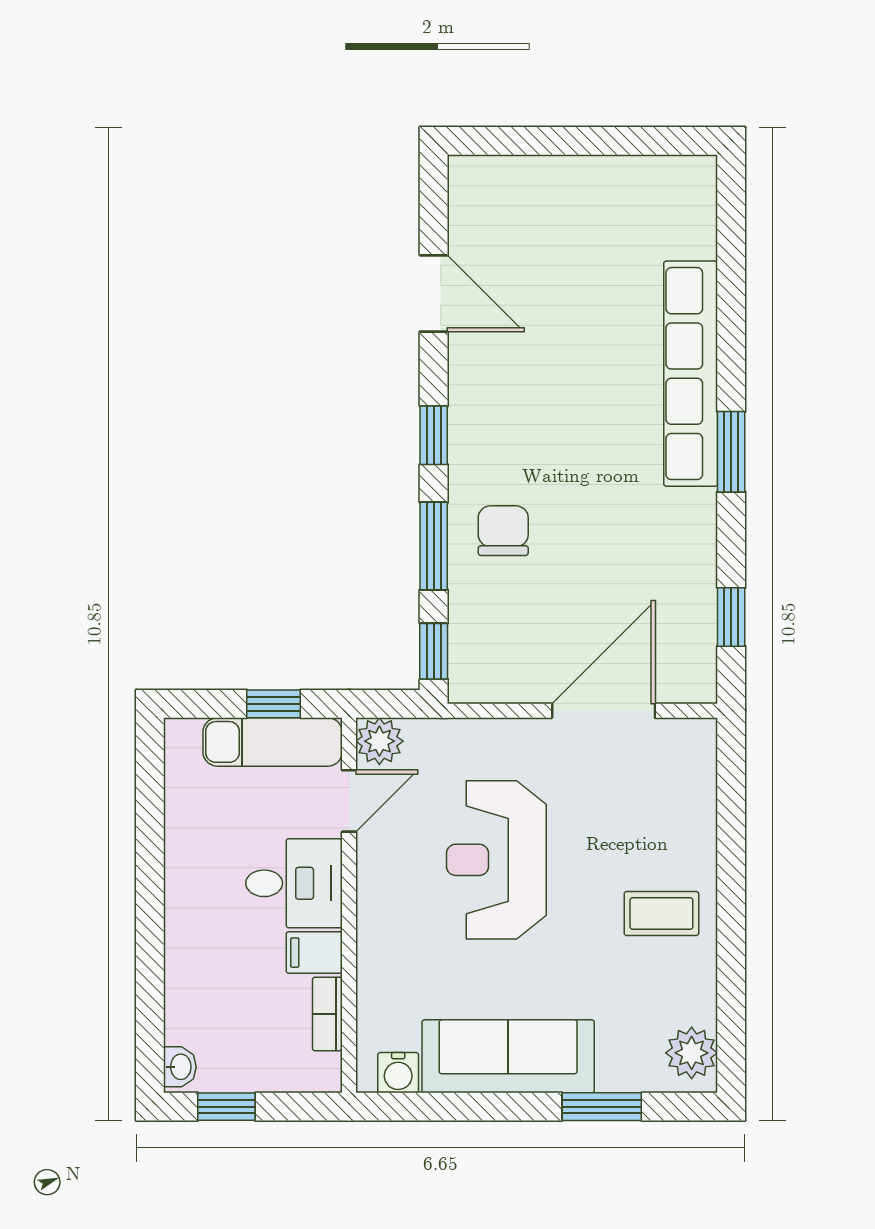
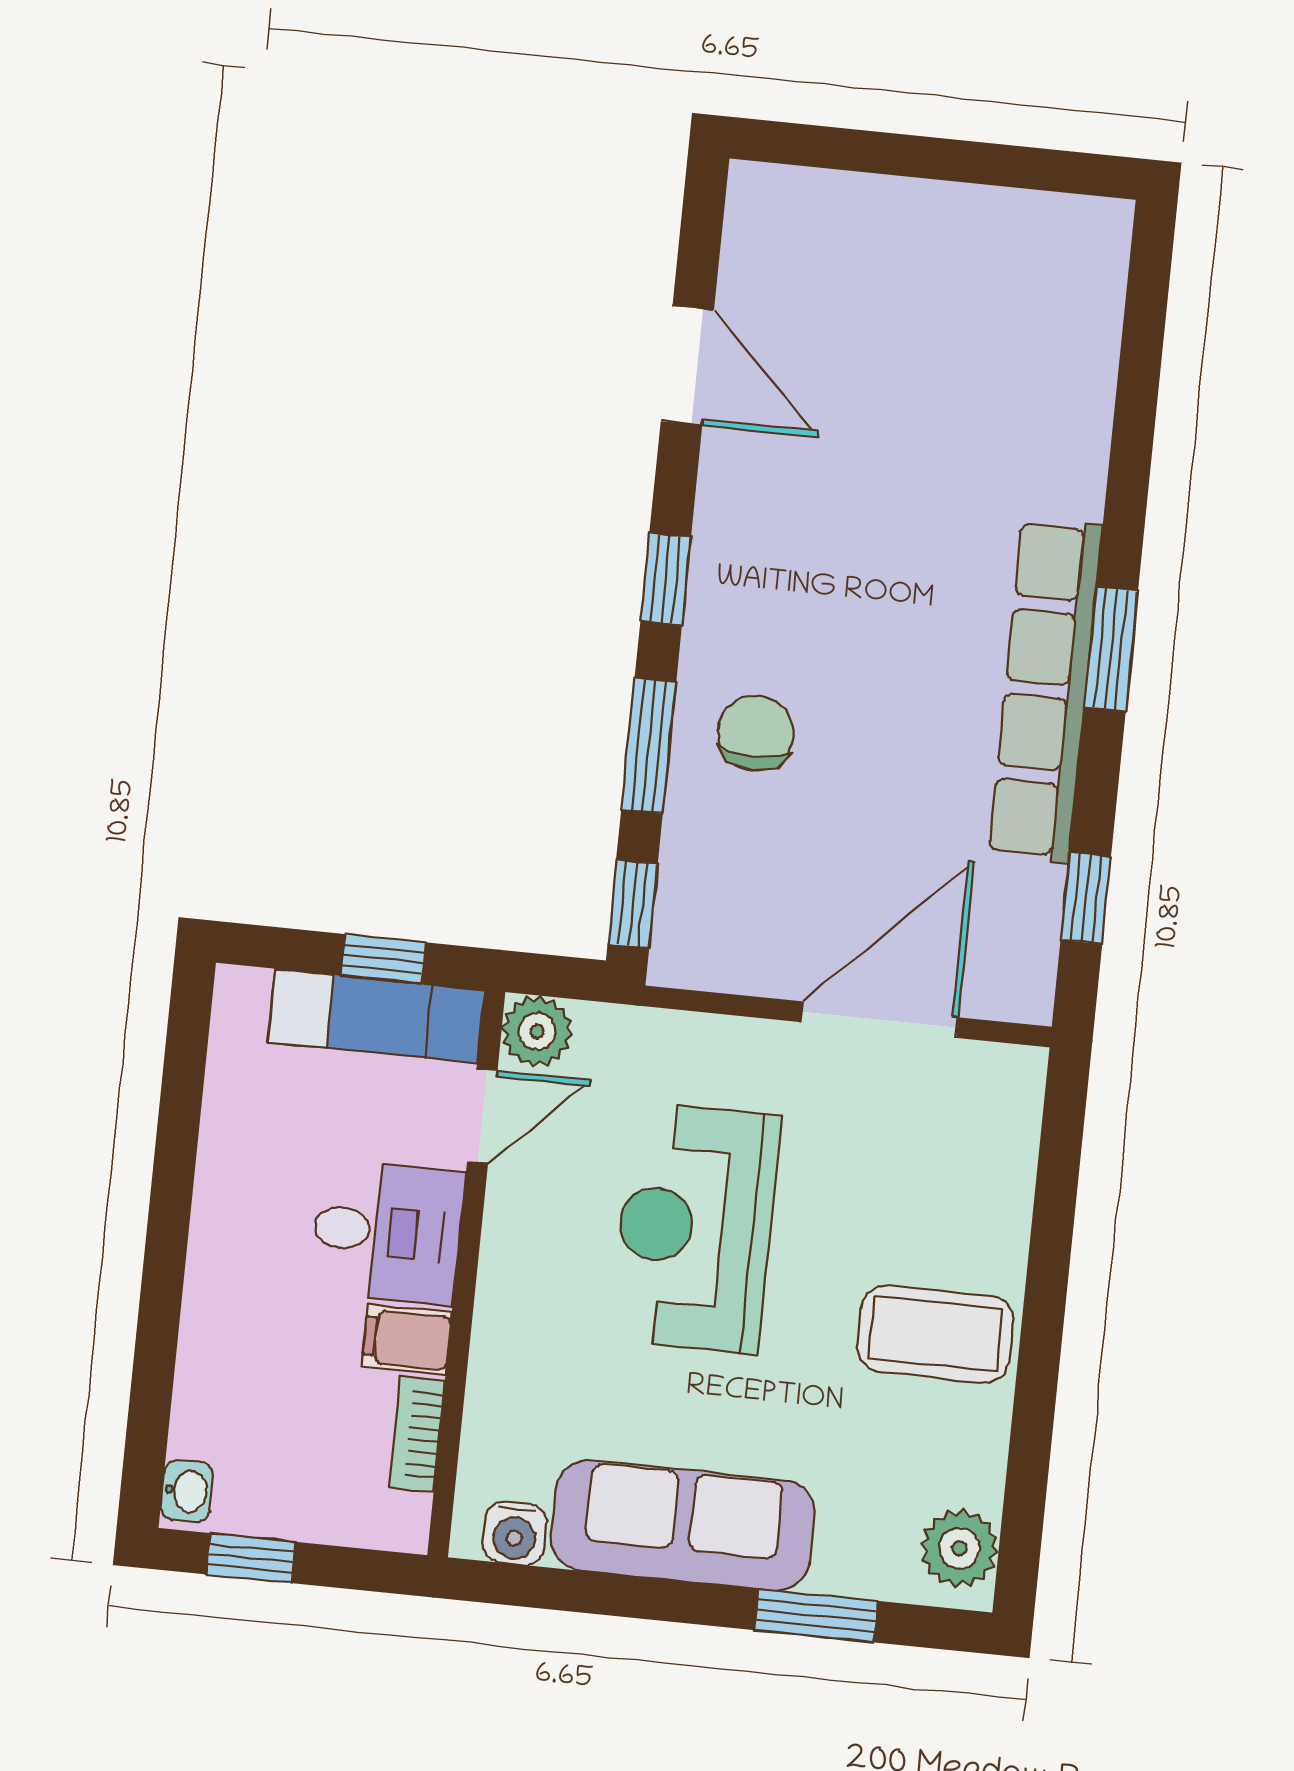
row of seats: (691, 374) -> (1045, 690), moved
coffee table: (661, 914) -> (935, 1334), width x1.36, depth x1.30

